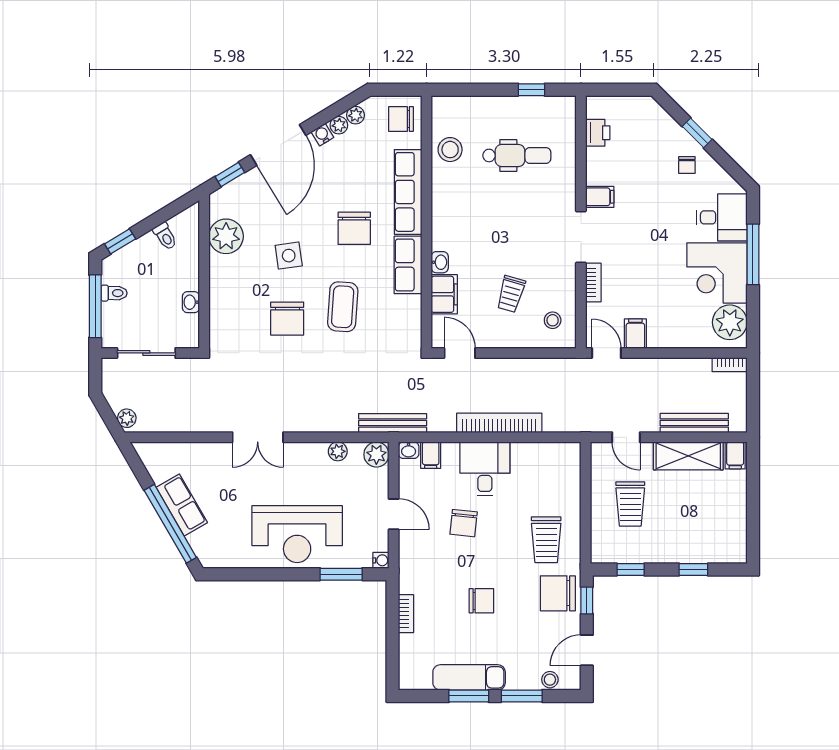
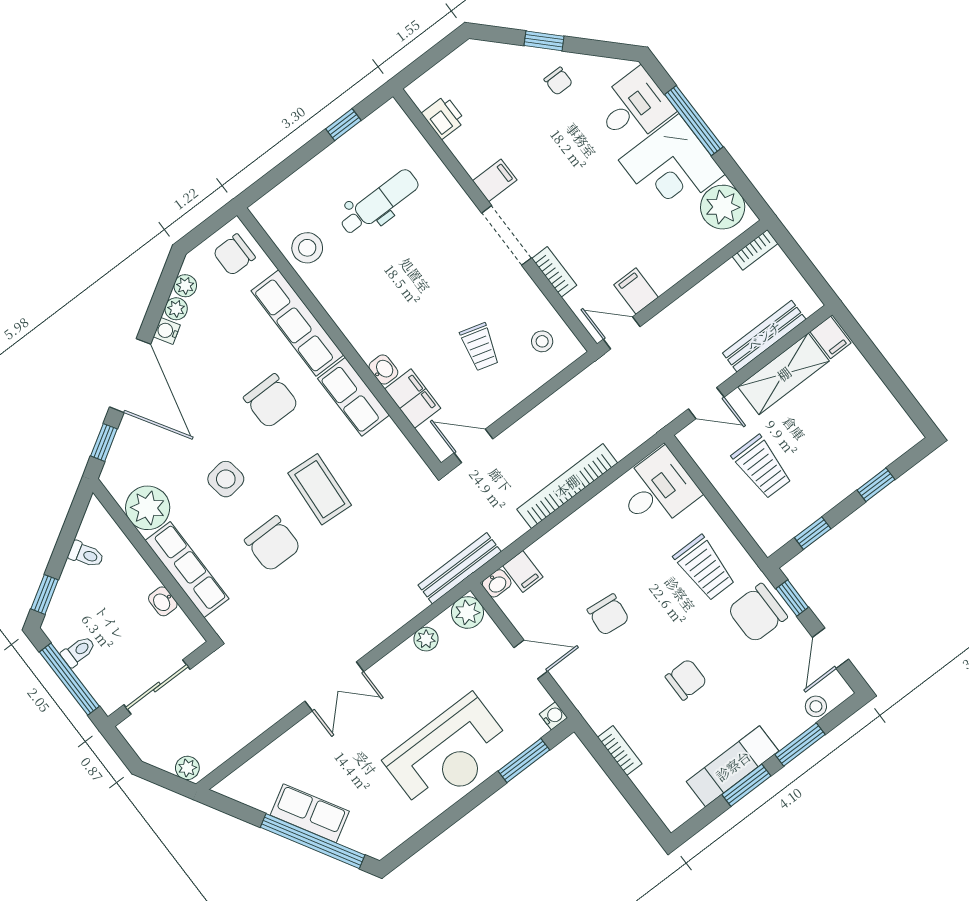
row of seats: (221, 294) -> (187, 570), added
desk: (485, 469) -> (658, 490), moved, turned 90

